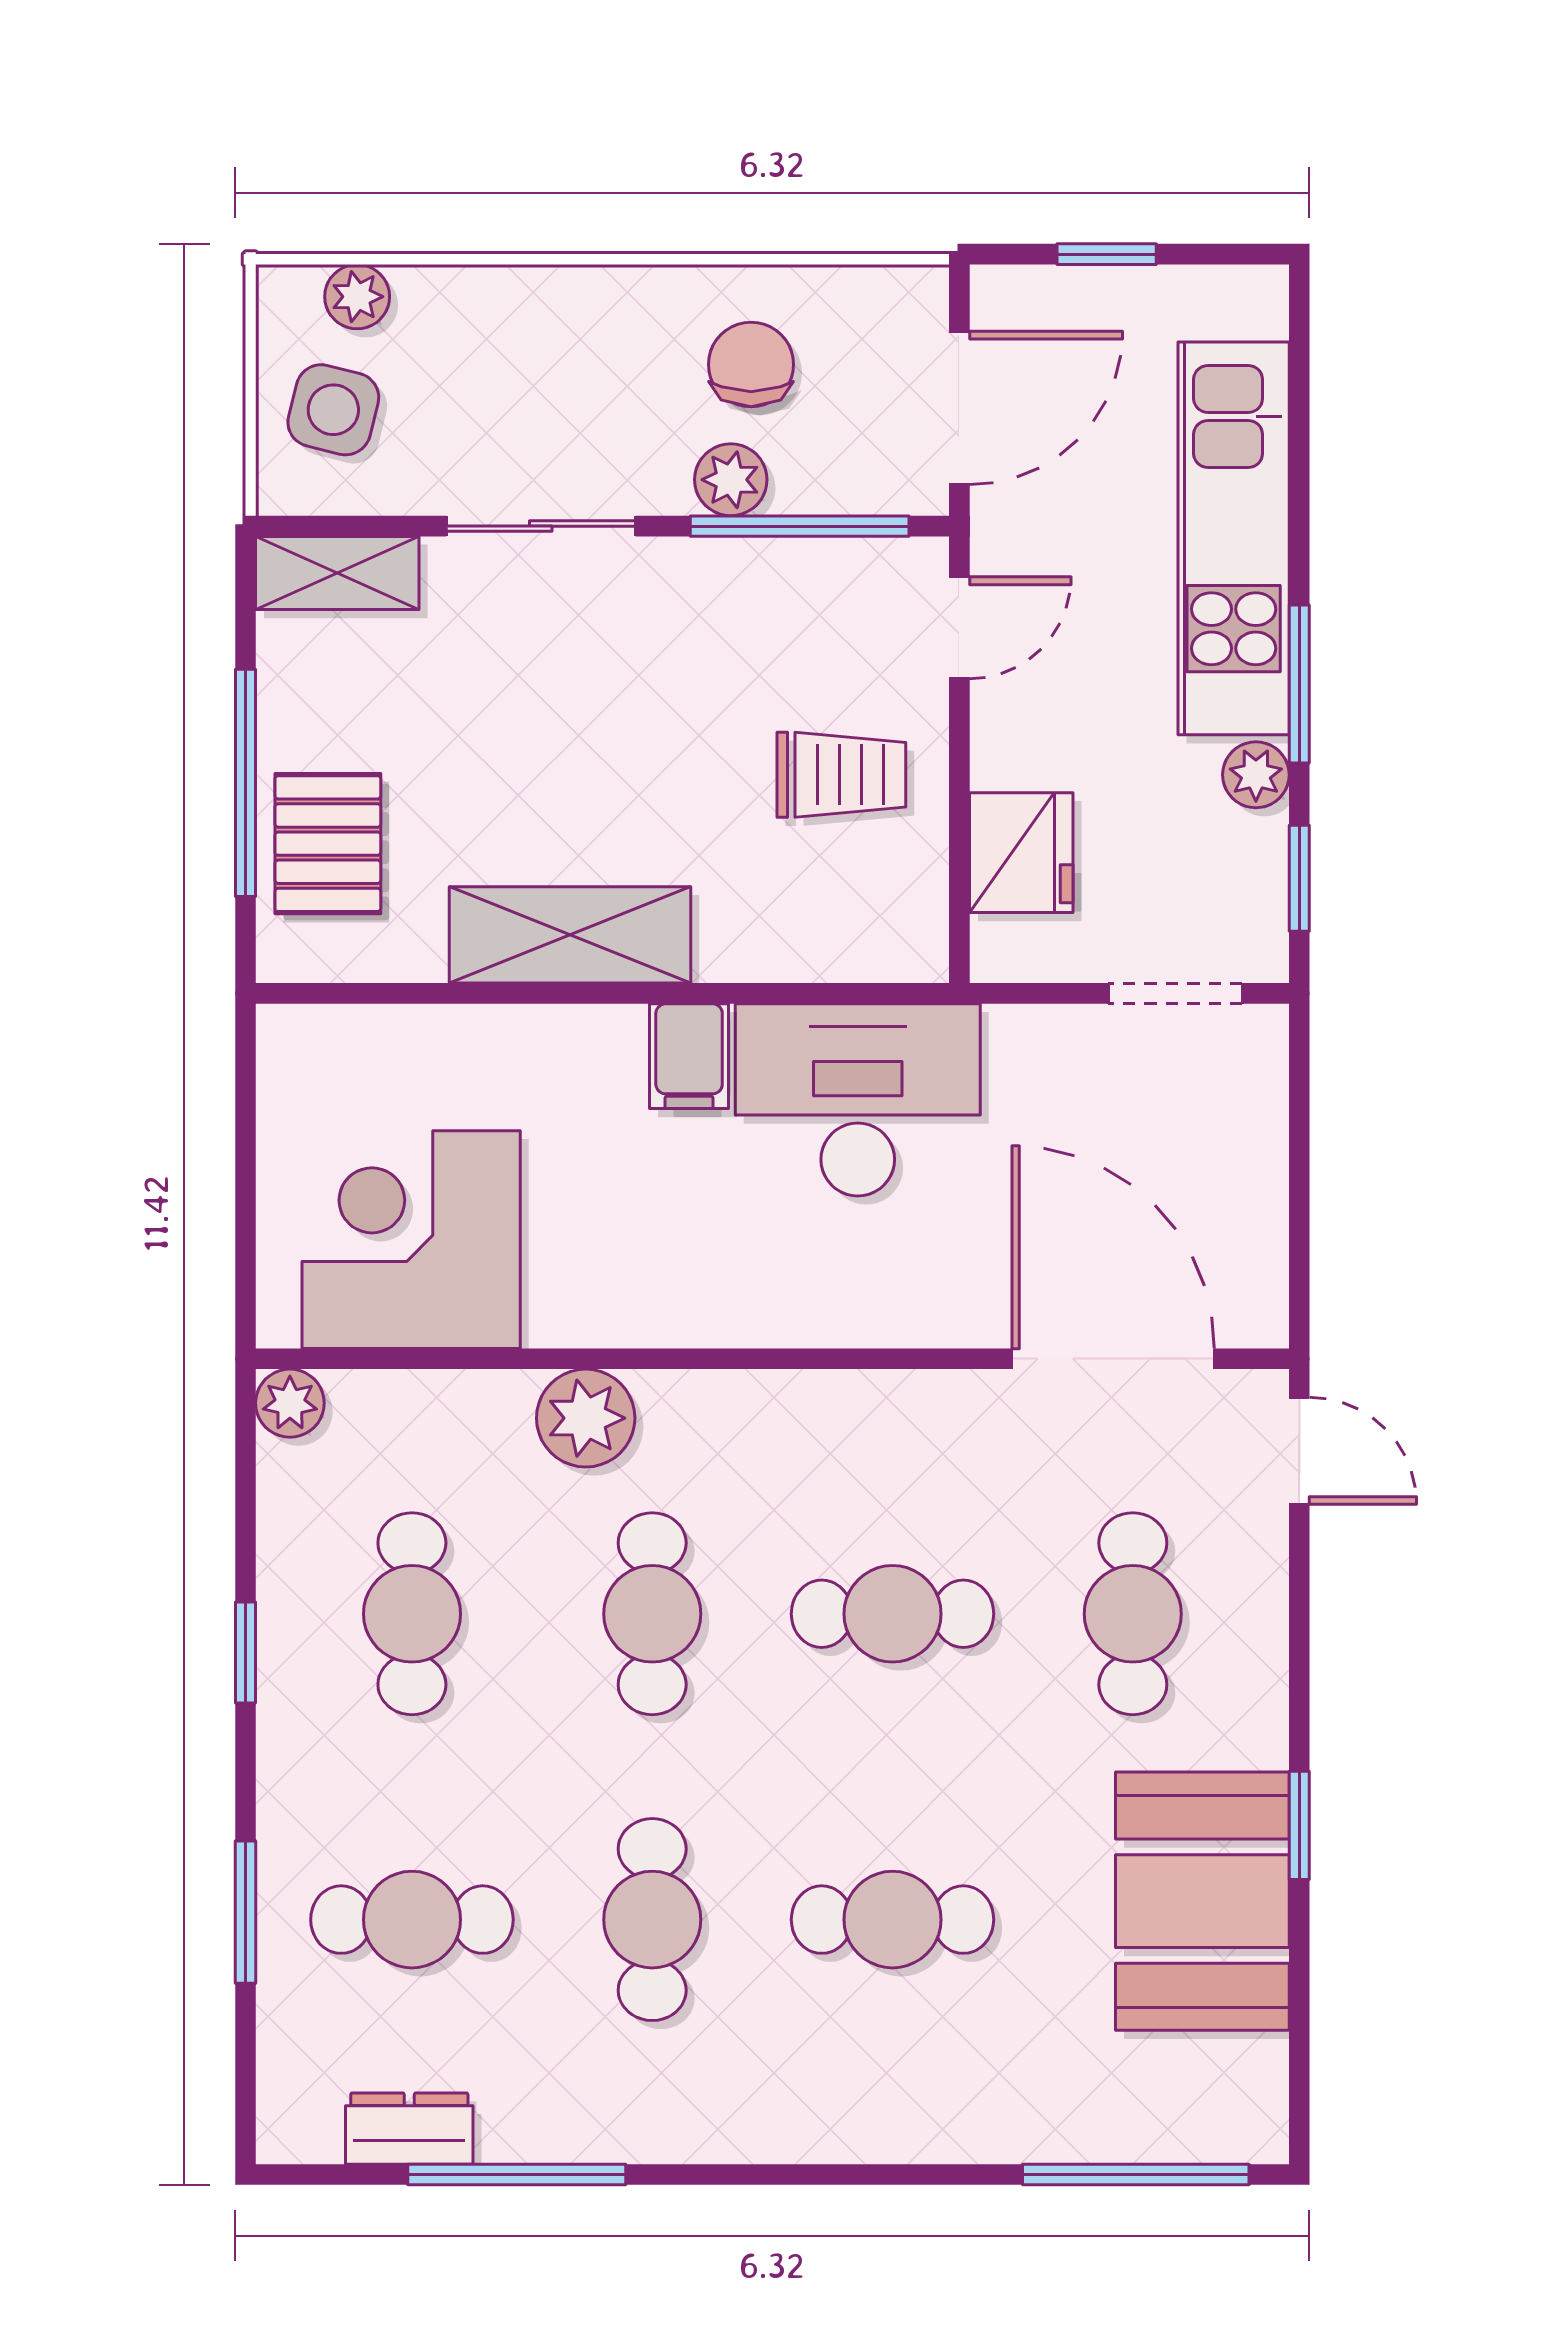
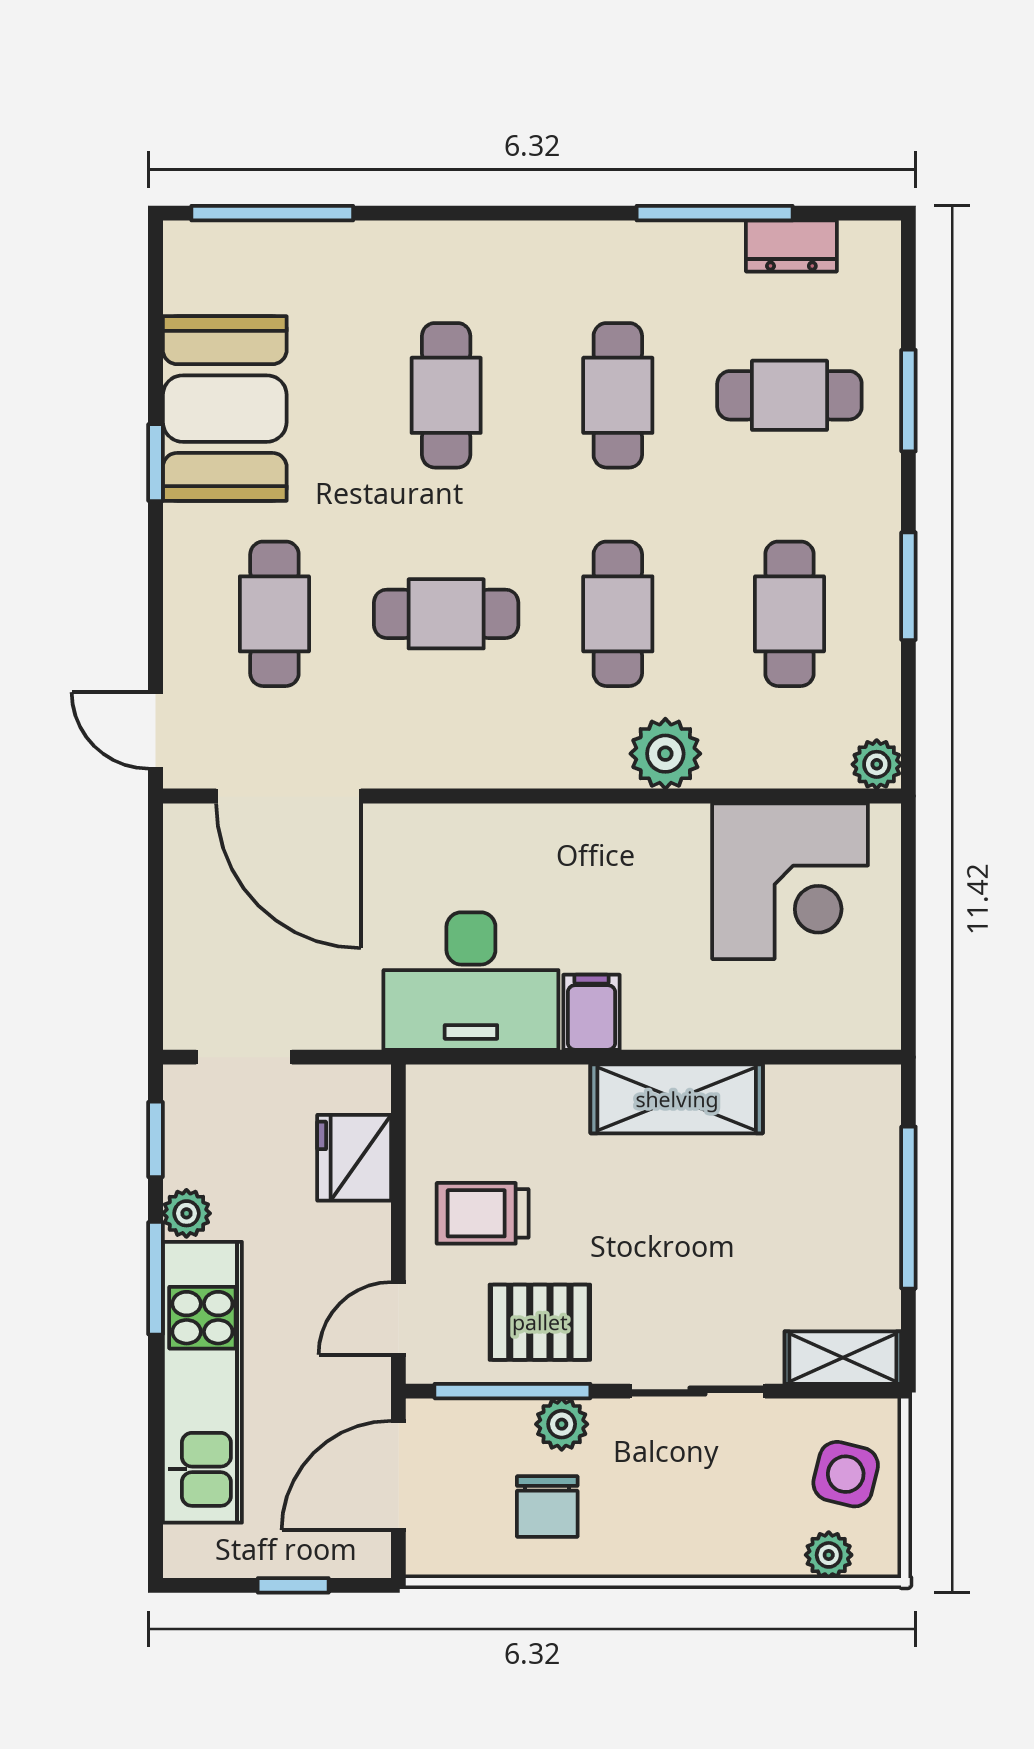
pallet: (328, 844) -> (540, 1322), moved, turned 90
window: (246, 1652) -> (908, 586), width x1.50
cafe table: (892, 1920) -> (446, 395), turned 90

